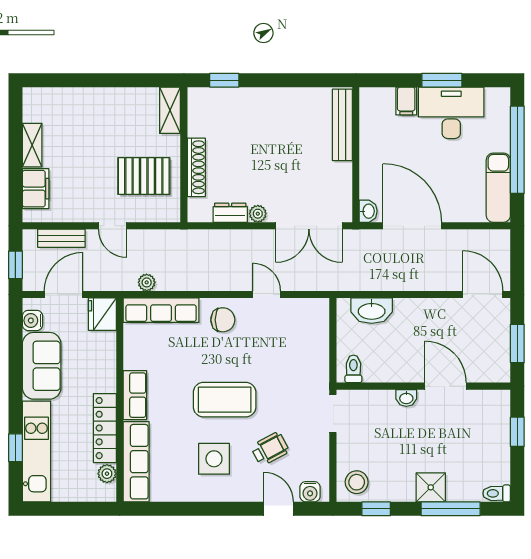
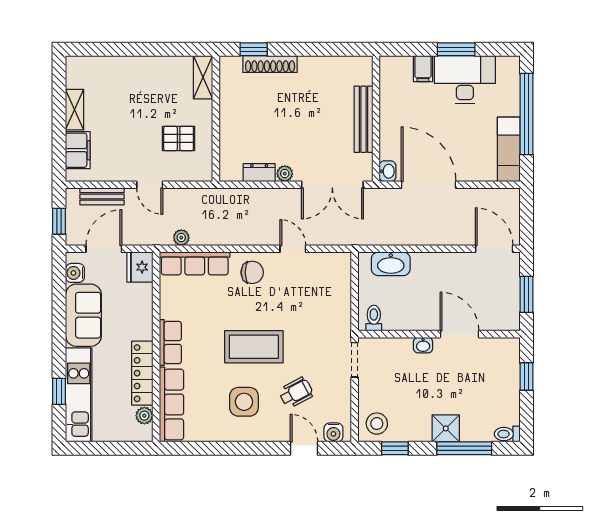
bench: (342, 125) -> (363, 119), moved
shoe rack: (196, 167) -> (270, 64), moved, turned 90
pallet: (144, 176) -> (179, 138), width x0.67, depth x0.71

